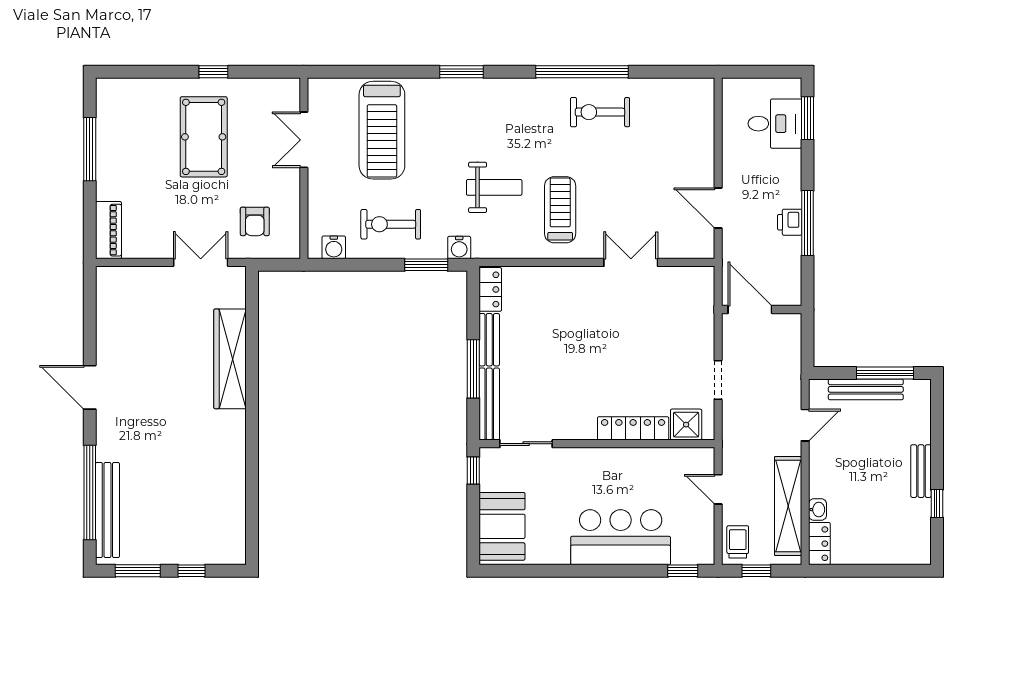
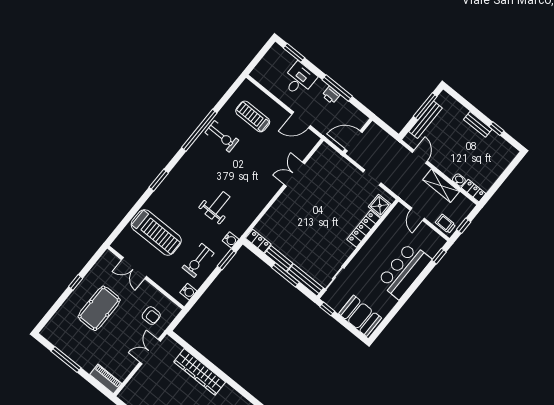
exercise bike: (600, 112) -> (222, 136), turned -90
desk: (775, 124) -> (299, 79), moved
pool table: (204, 137) -> (99, 308), turned 90
treadmill: (560, 210) -> (253, 116), moved
door: (718, 489) -> (417, 214), hinge flipped
shelving: (788, 506) -> (441, 186), width x0.68

